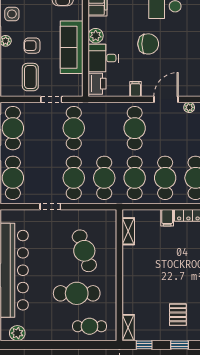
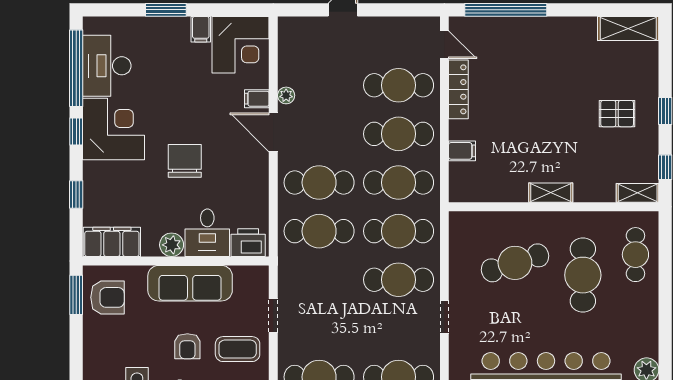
filing cabinet: (135, 89) -> (257, 99), moved
cafe table: (74, 128) -> (319, 231), moved
filing cabinet: (167, 218) -> (462, 151), moved
shelving: (128, 231) -> (551, 193), moved

